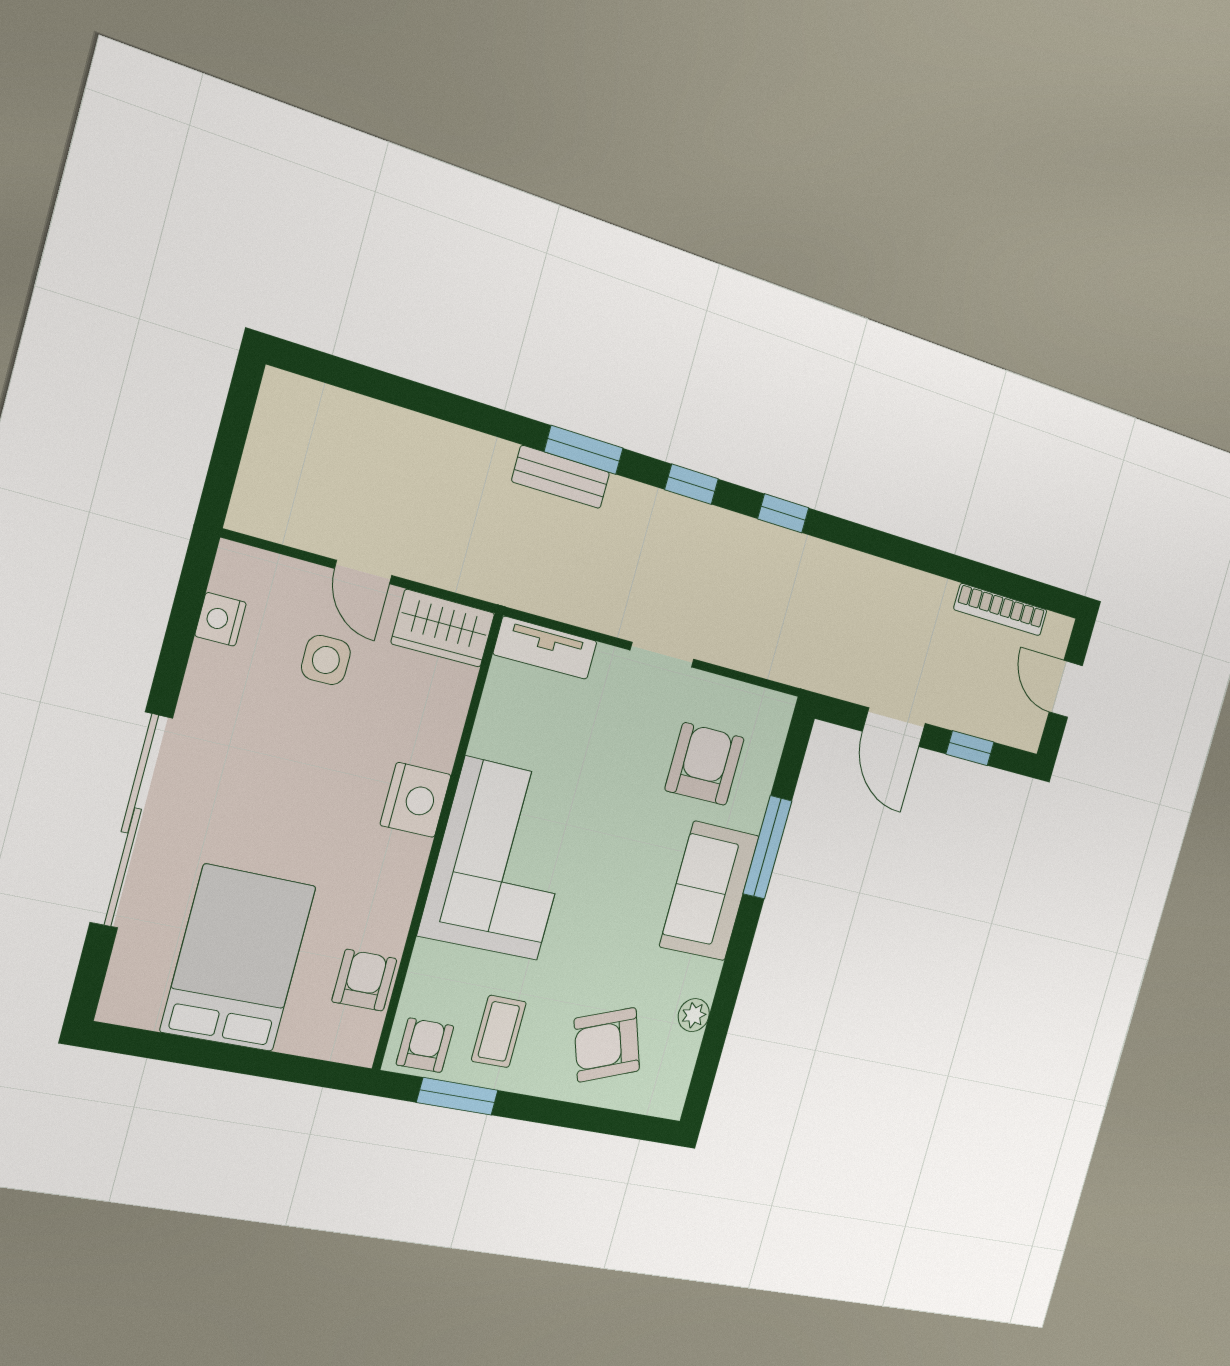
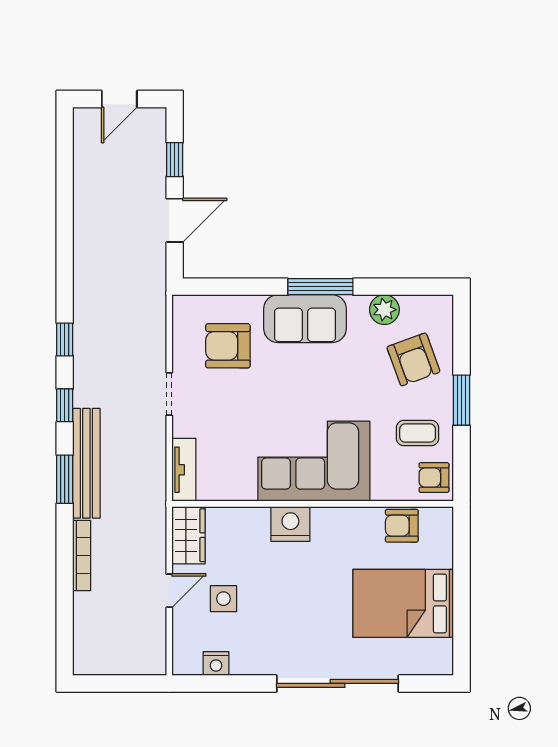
bench: (561, 477) -> (86, 463), width x1.86, depth x1.21
bookcase: (1001, 610) -> (82, 555), moved
window: (767, 847) -> (320, 287), moved
plant: (694, 1015) -> (384, 310), width x1.38, depth x1.38
window: (457, 1096) -> (461, 400), moved

